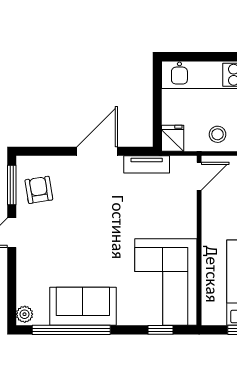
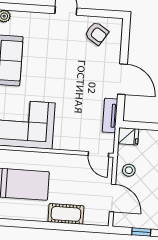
window: (12, 185) -> (102, 13), removed
armchair: (39, 190) -> (97, 33), turned 42

